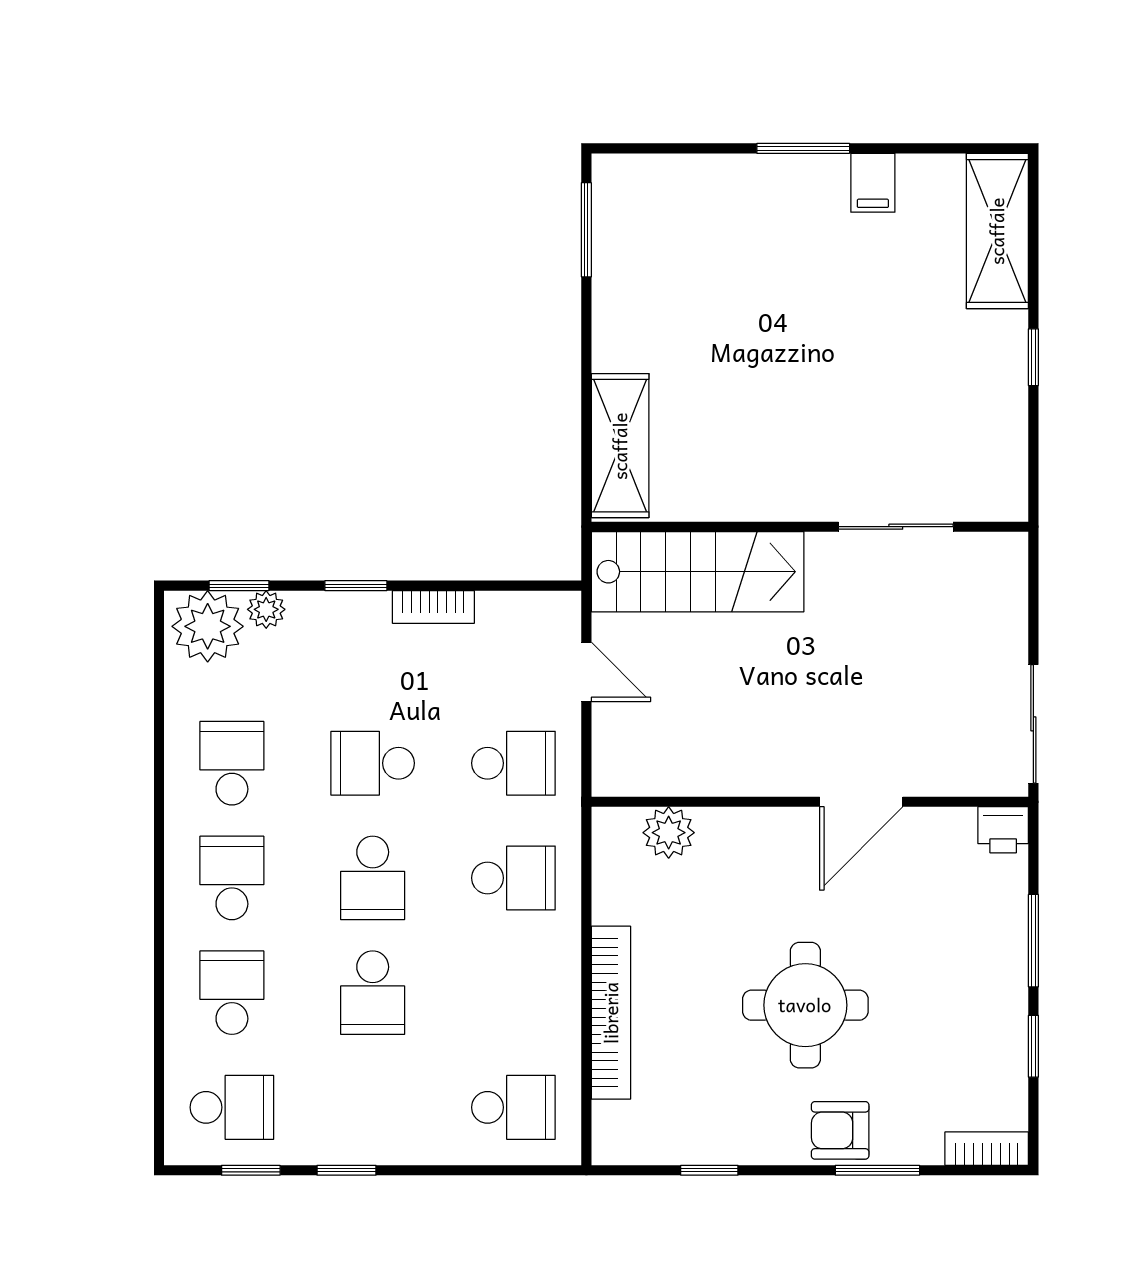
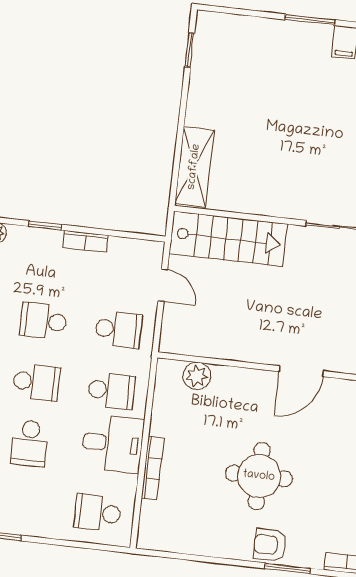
window: (586, 230) -> (190, 50), width x0.67
school desk: (373, 878) -> (36, 382), turned -90
desk: (527, 976) -> (113, 444), added
bookcase: (611, 1013) -> (153, 468), width x0.68, depth x0.76
school desk: (513, 1107) -> (97, 513), turned 180
window: (709, 1170) -> (198, 558), removed

